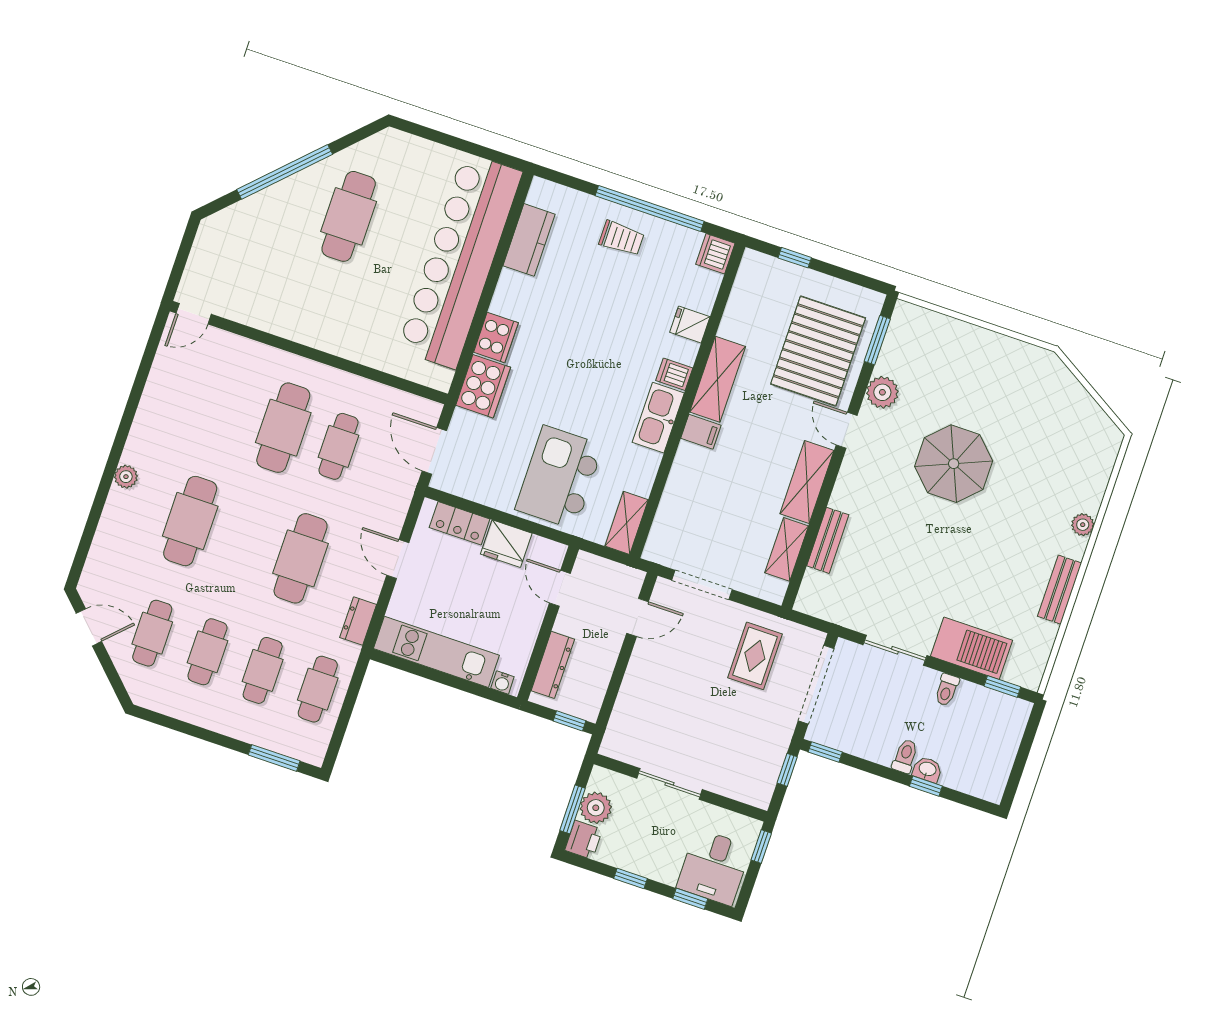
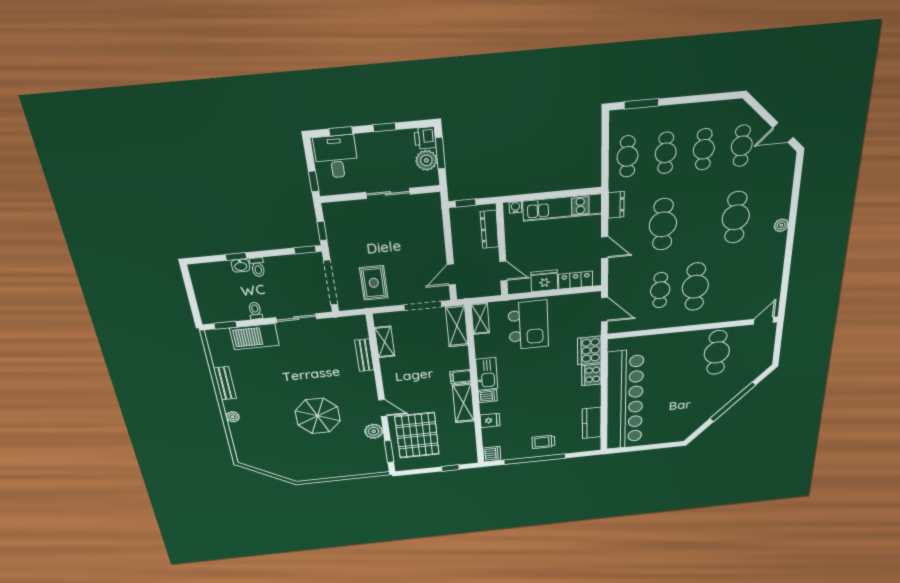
cafe table: (349, 216) -> (717, 352), moved
shelving: (807, 482) -> (457, 326), moved

